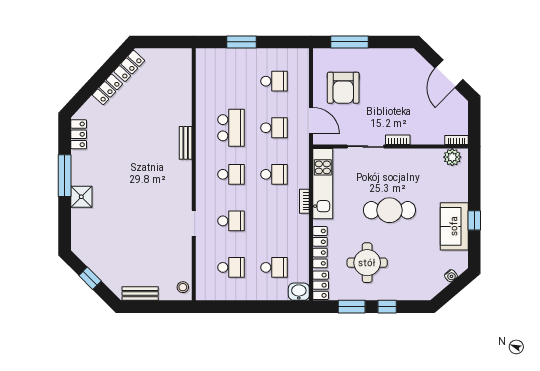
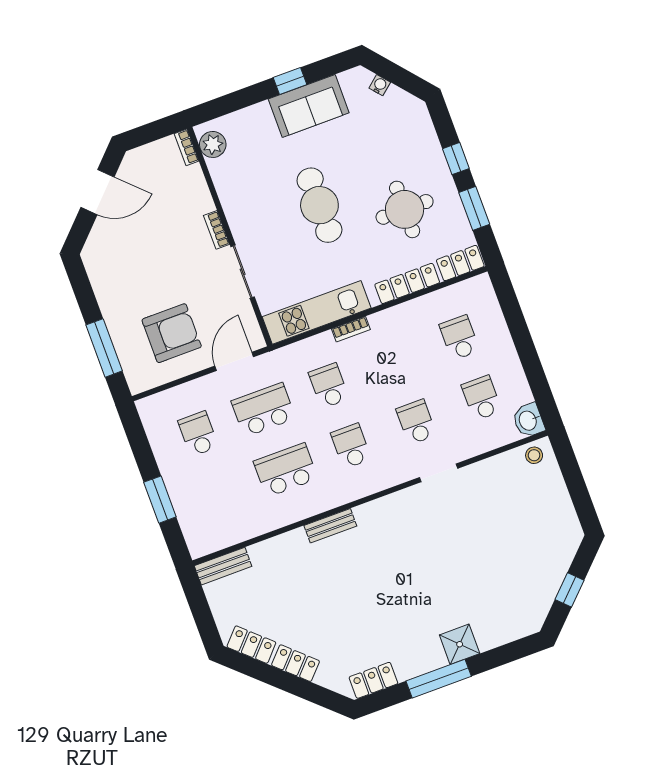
school desk: (274, 128) -> (263, 410), width x1.85
washbasin: (299, 292) -> (528, 420), moved
bench: (140, 294) -> (223, 566), moved, turned 90

